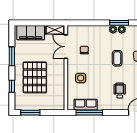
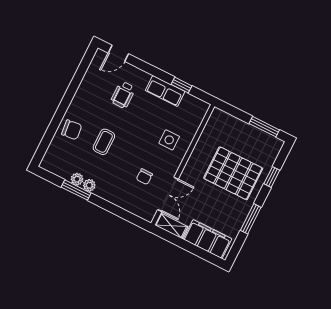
pallet: (35, 77) -> (233, 173), turned 90
row of seats: (86, 105) -> (165, 91), moved
window: (89, 113) -> (181, 85), width x0.46

